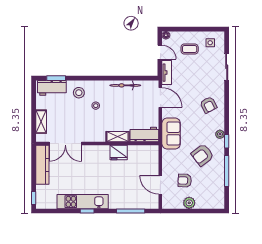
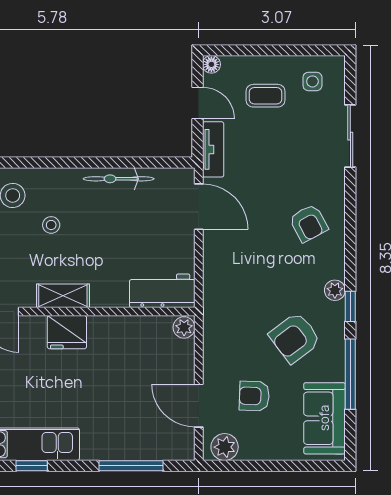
sofa: (171, 134) -> (324, 418), moved, turned 180
shelving: (118, 137) -> (63, 296), moved
plant: (154, 150) -> (184, 327), added
fridge: (119, 153) -> (67, 332), moved
plant: (189, 203) -> (225, 447), moved

